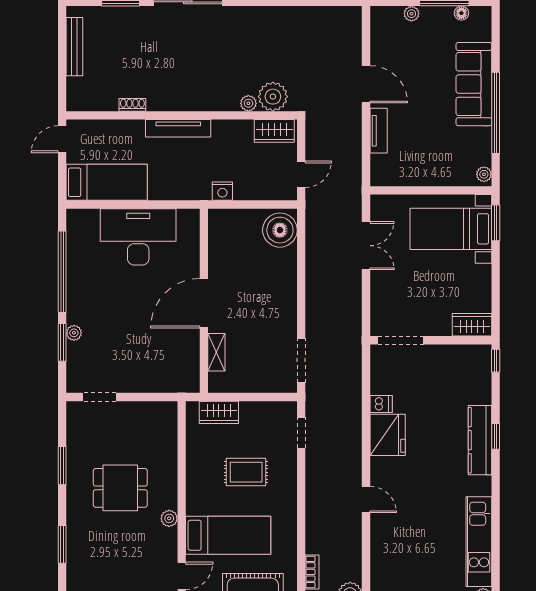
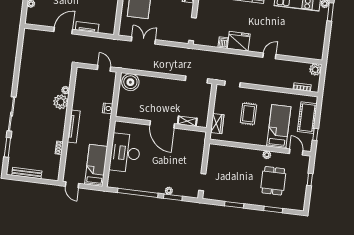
plant: (273, 97) -> (61, 102), moved
wardrobe: (274, 131) -> (81, 79), removed
dining table: (120, 488) -> (273, 181), moved

